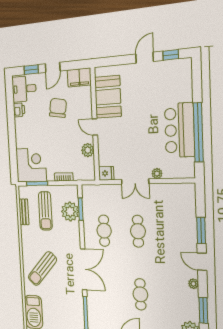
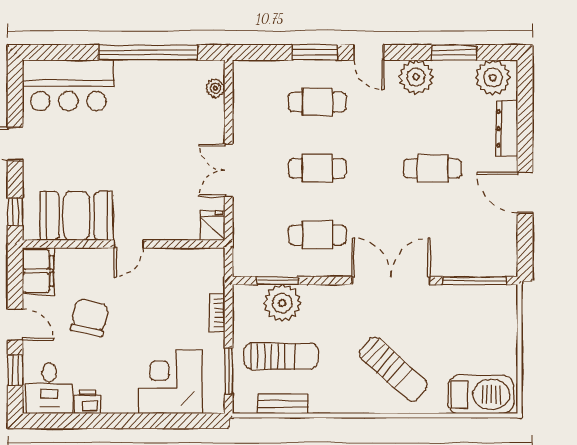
window: (171, 55) -> (15, 212), moved
chair: (58, 108) -> (89, 318), turned 93
bar counter: (180, 130) -> (68, 85), moved
plant: (88, 150) -> (169, 261), removed
corner desk: (31, 165) -> (170, 382), moved
plant: (157, 174) -> (215, 88), moved
double door: (135, 182) -> (229, 170), swing flipped
cafe table: (174, 232) -> (317, 102), added
door: (202, 262) -> (369, 53), hinge flipped
plant: (193, 284) -> (416, 77), width x1.87, depth x1.87

